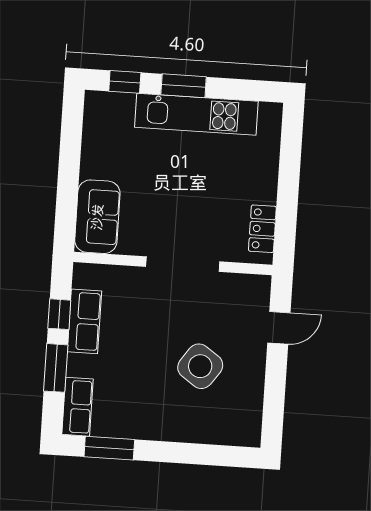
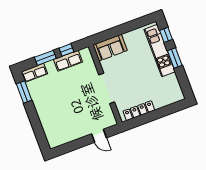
kitchen unit: (196, 114) -> (160, 51), moved
locker: (262, 229) -> (139, 111), width x1.53
side table: (200, 366) -> (71, 112), removed

